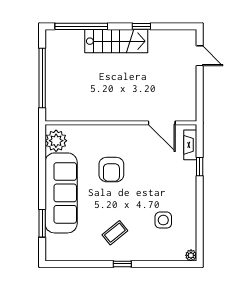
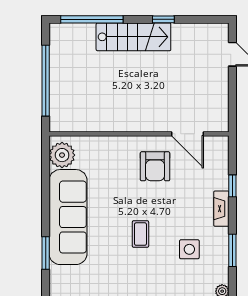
fireplace: (190, 145) -> (221, 209), moved
armchair: (111, 170) -> (155, 166), moved
window: (200, 221) -> (232, 250), added
coffee table: (115, 233) -> (140, 234), moved, turned -51

